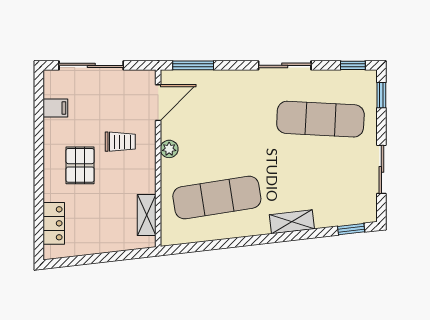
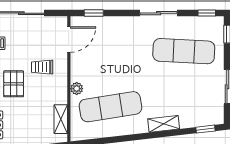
window: (193, 65) -> (94, 13), width x0.67
trolley: (120, 142) -> (42, 67), turned 180
plant: (169, 149) -> (77, 89), moved

